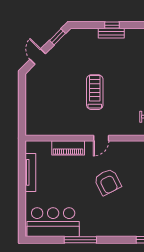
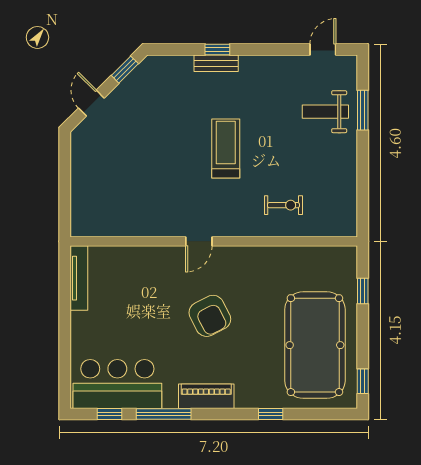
treadmill: (95, 92) -> (226, 149), moved
piano: (68, 148) -> (206, 396), moved, turned 180
tv unit: (30, 172) -> (79, 278), moved
window: (48, 240) -> (110, 414), added

